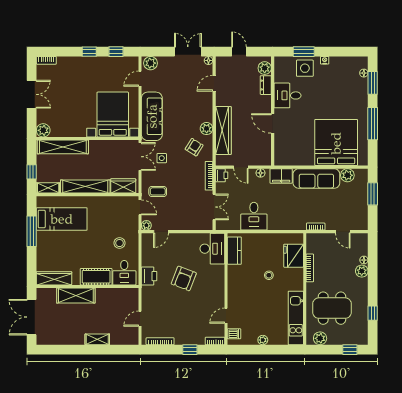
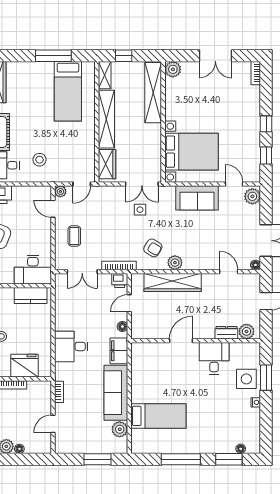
sofa: (152, 116) -> (197, 198), width x0.73
bed: (336, 143) -> (158, 416), width x0.49
coffee table: (158, 191) -> (74, 236), moved
desk: (254, 216) -> (71, 346), moved

